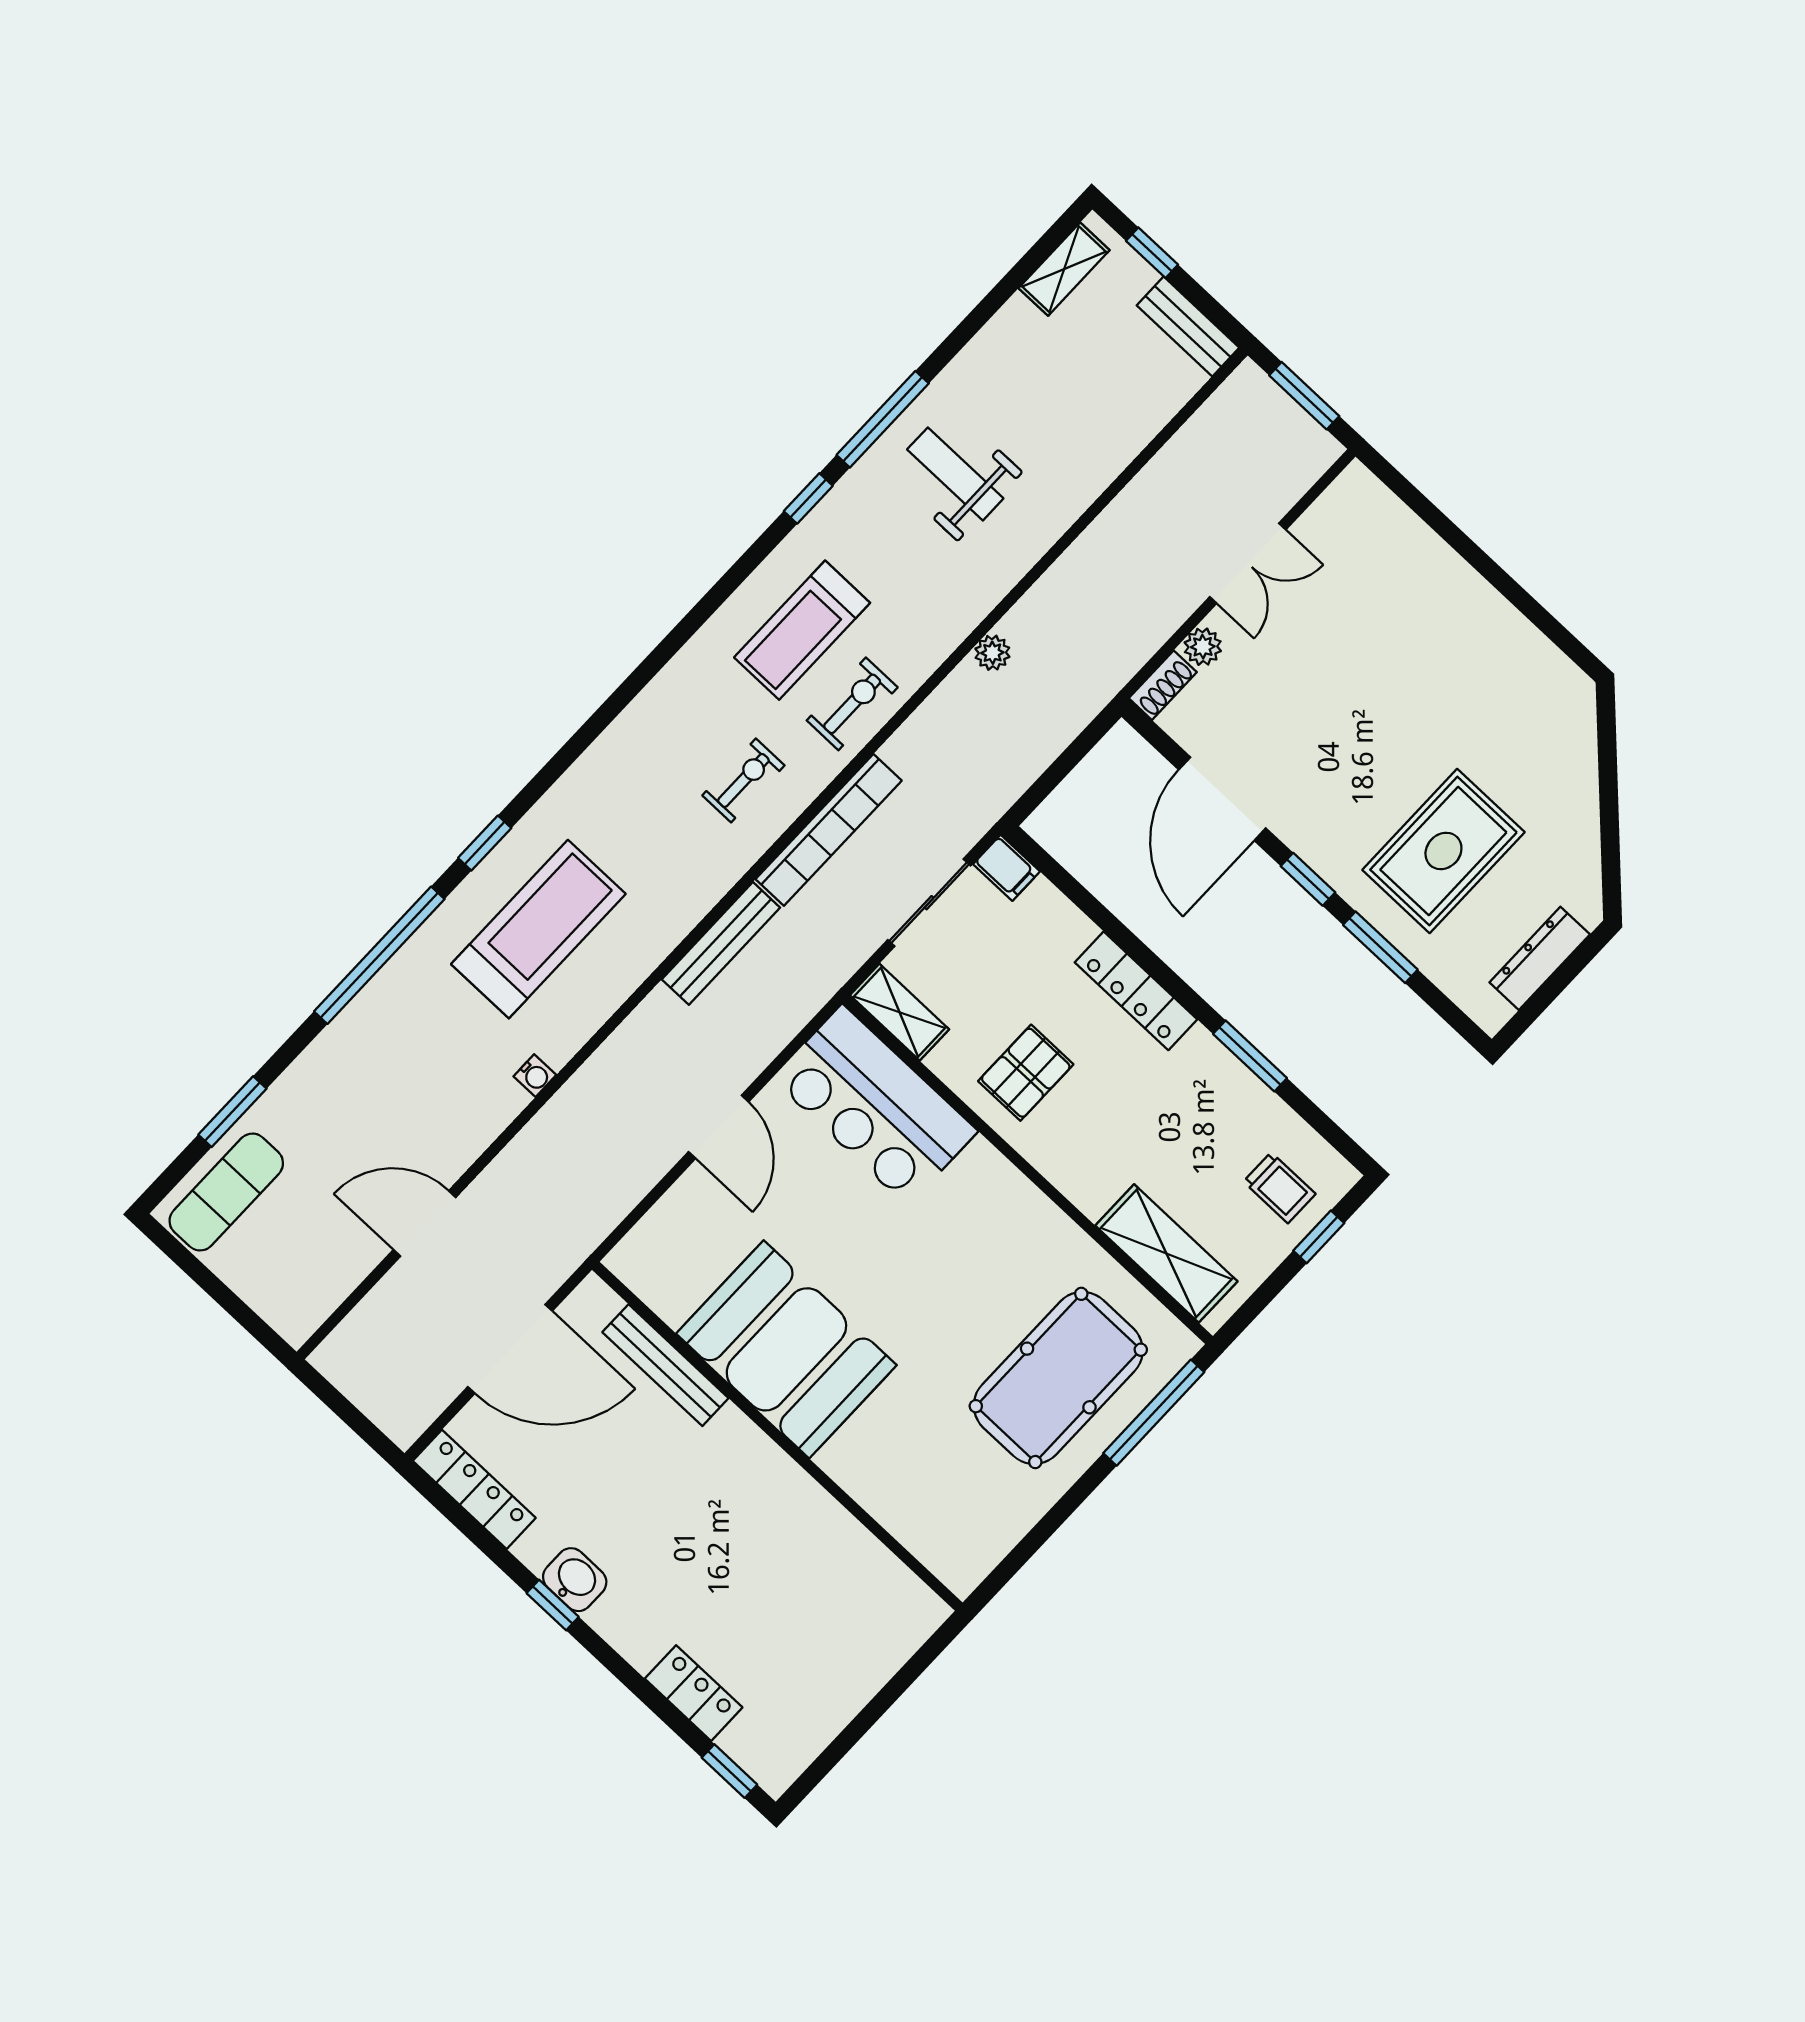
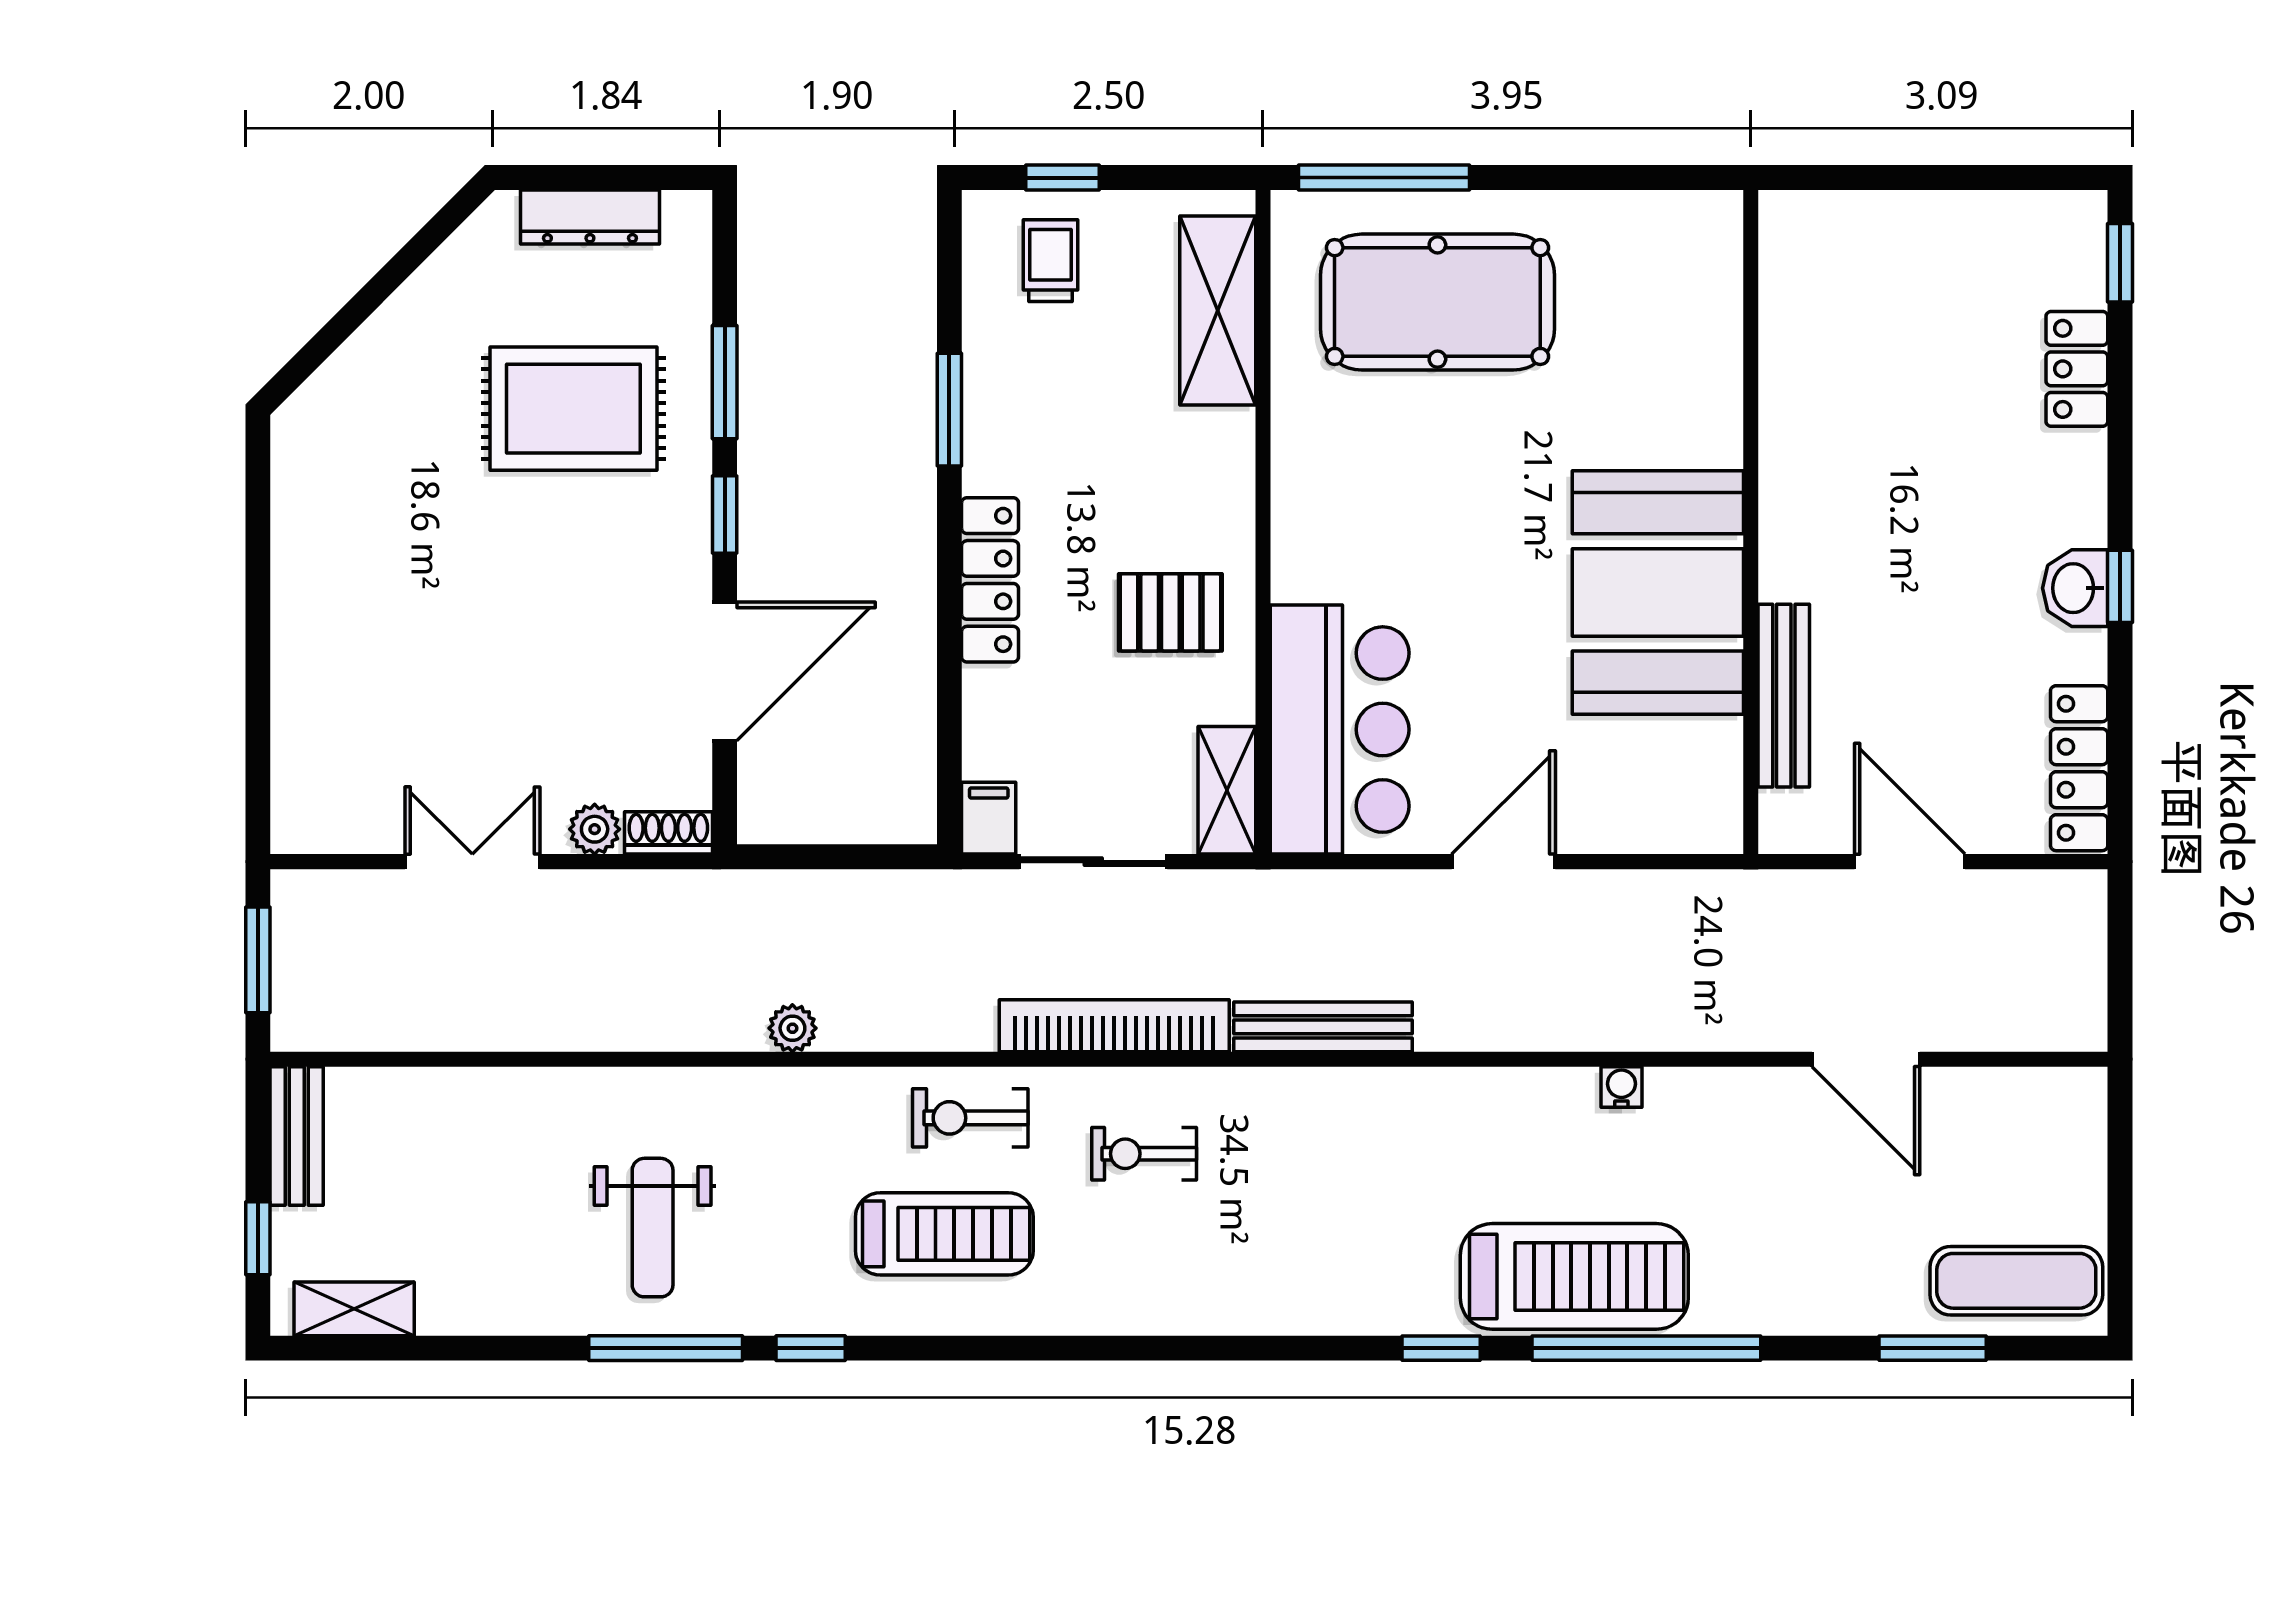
treadmill: (538, 929) -> (1574, 1276), moved, turned 180
door: (510, 1349) -> (1910, 862), width x0.73

